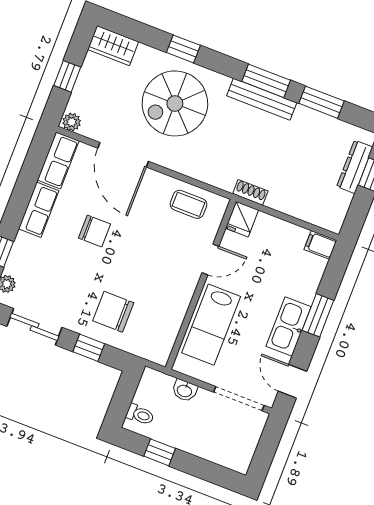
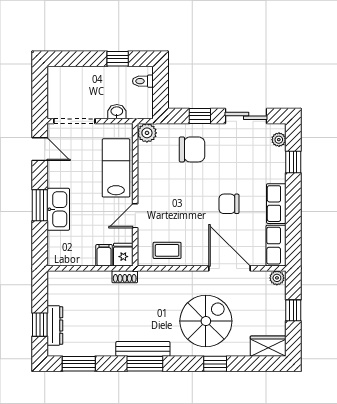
window: (321, 102) -> (79, 364), moved
filing cabinet: (320, 245) -> (104, 255), moved, turned -90
kitchen sink: (289, 326) -> (58, 209), moved
plant: (159, 352) -> (147, 133), added

